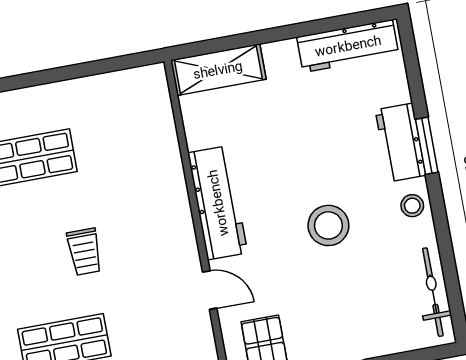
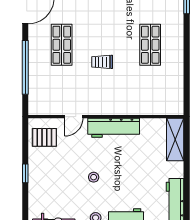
stool: (328, 225) -> (94, 177), width x0.53, depth x0.53

